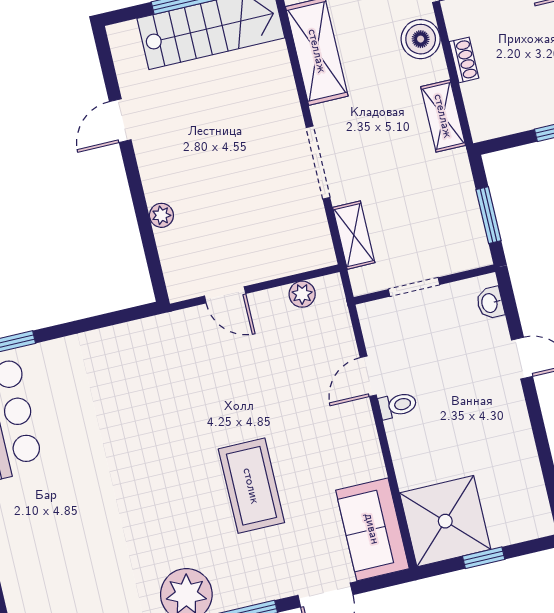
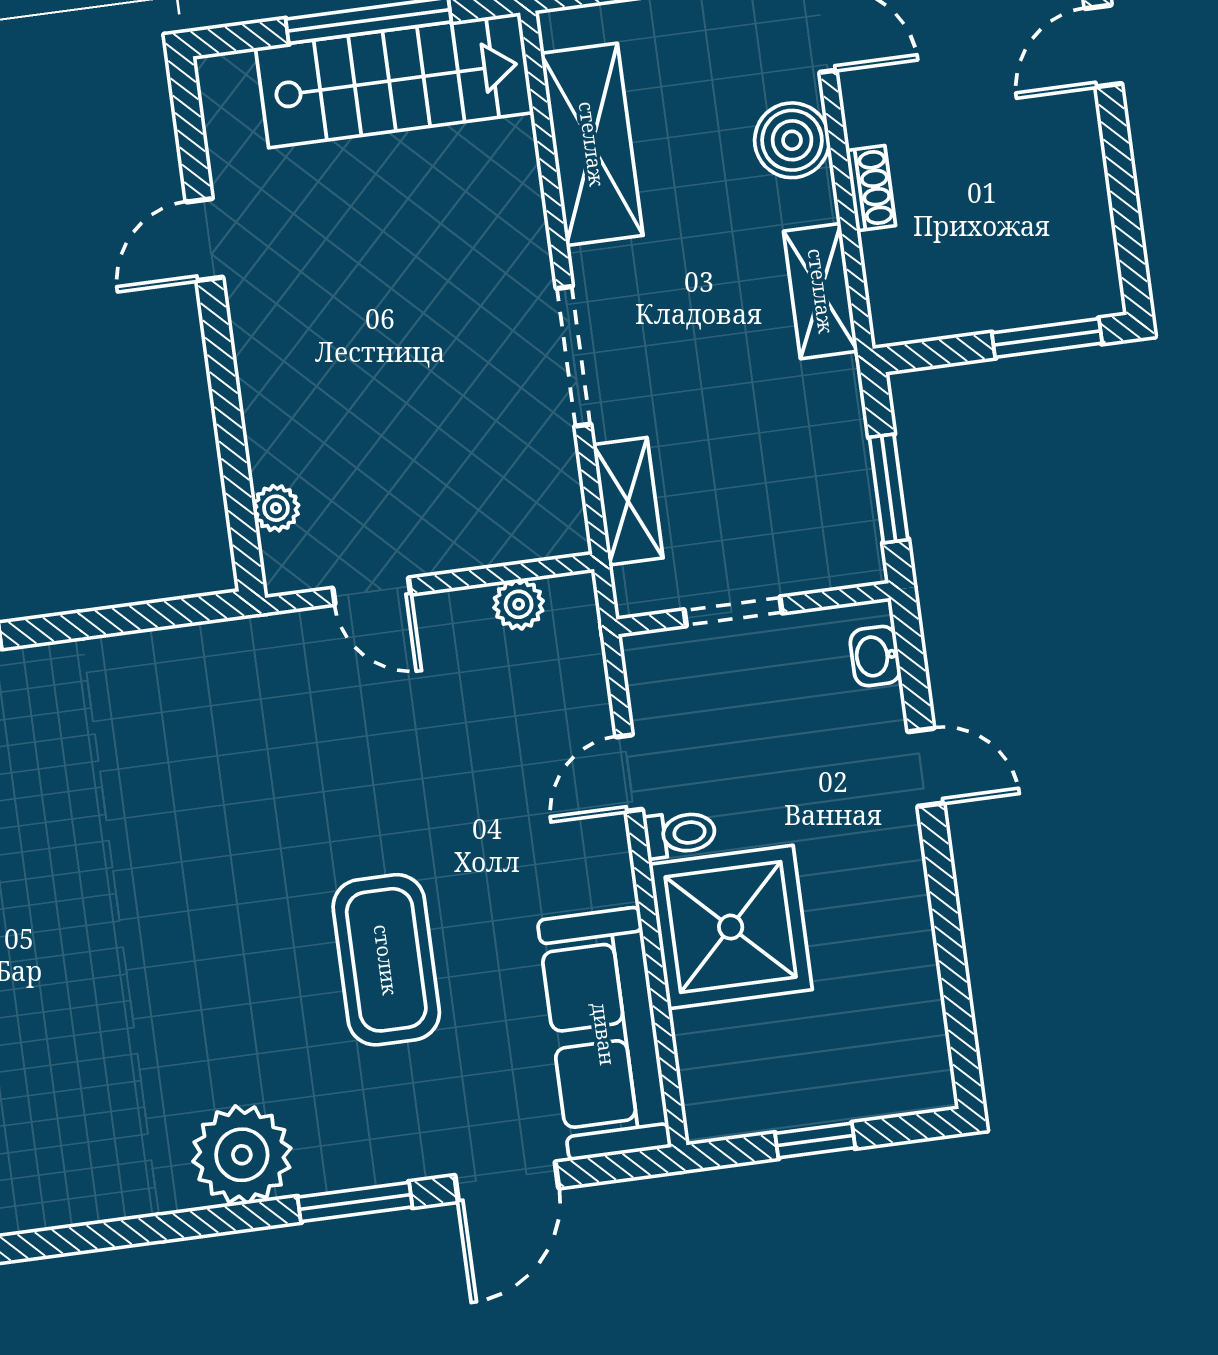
plant: (161, 215) -> (276, 508), moved
shower: (445, 521) -> (731, 927), moved
sofa: (372, 529) -> (604, 1034), width x1.36

